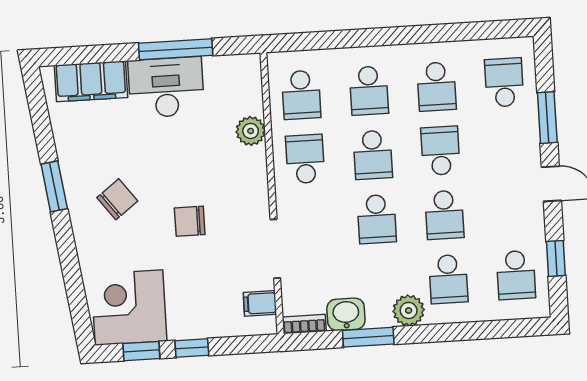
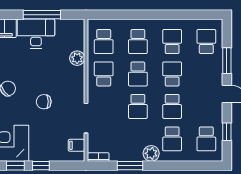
school desk: (437, 86) -> (172, 42), turned 180
washbasin: (346, 314) -> (120, 153), removed

